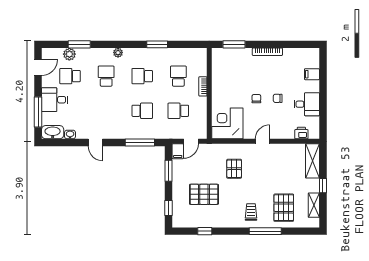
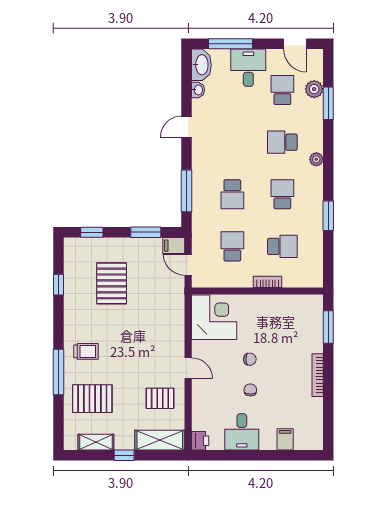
school desk: (106, 76) -> (282, 142), turned 180
printer: (301, 133) -> (200, 441), moved
pallet: (234, 169) -> (160, 398), moved

